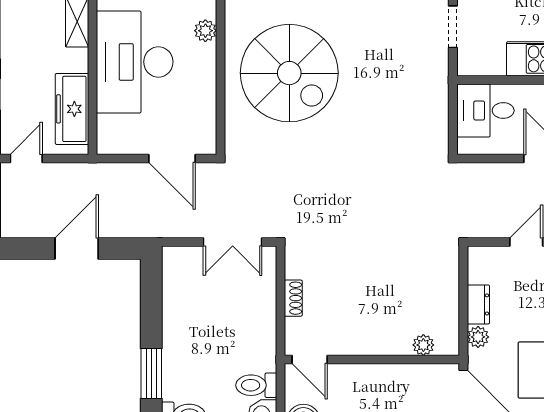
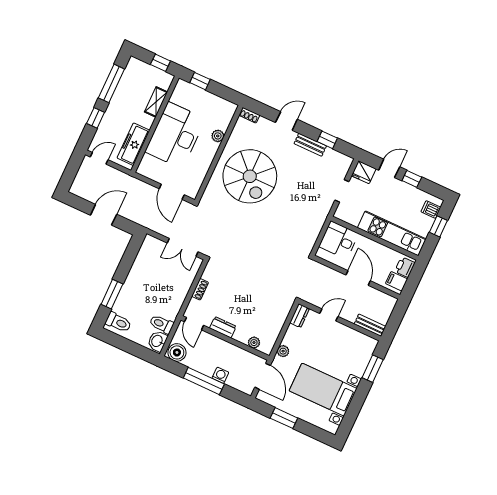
dresser: (478, 304) -> (300, 316), moved
dresser: (360, 343) -> (223, 327), added

